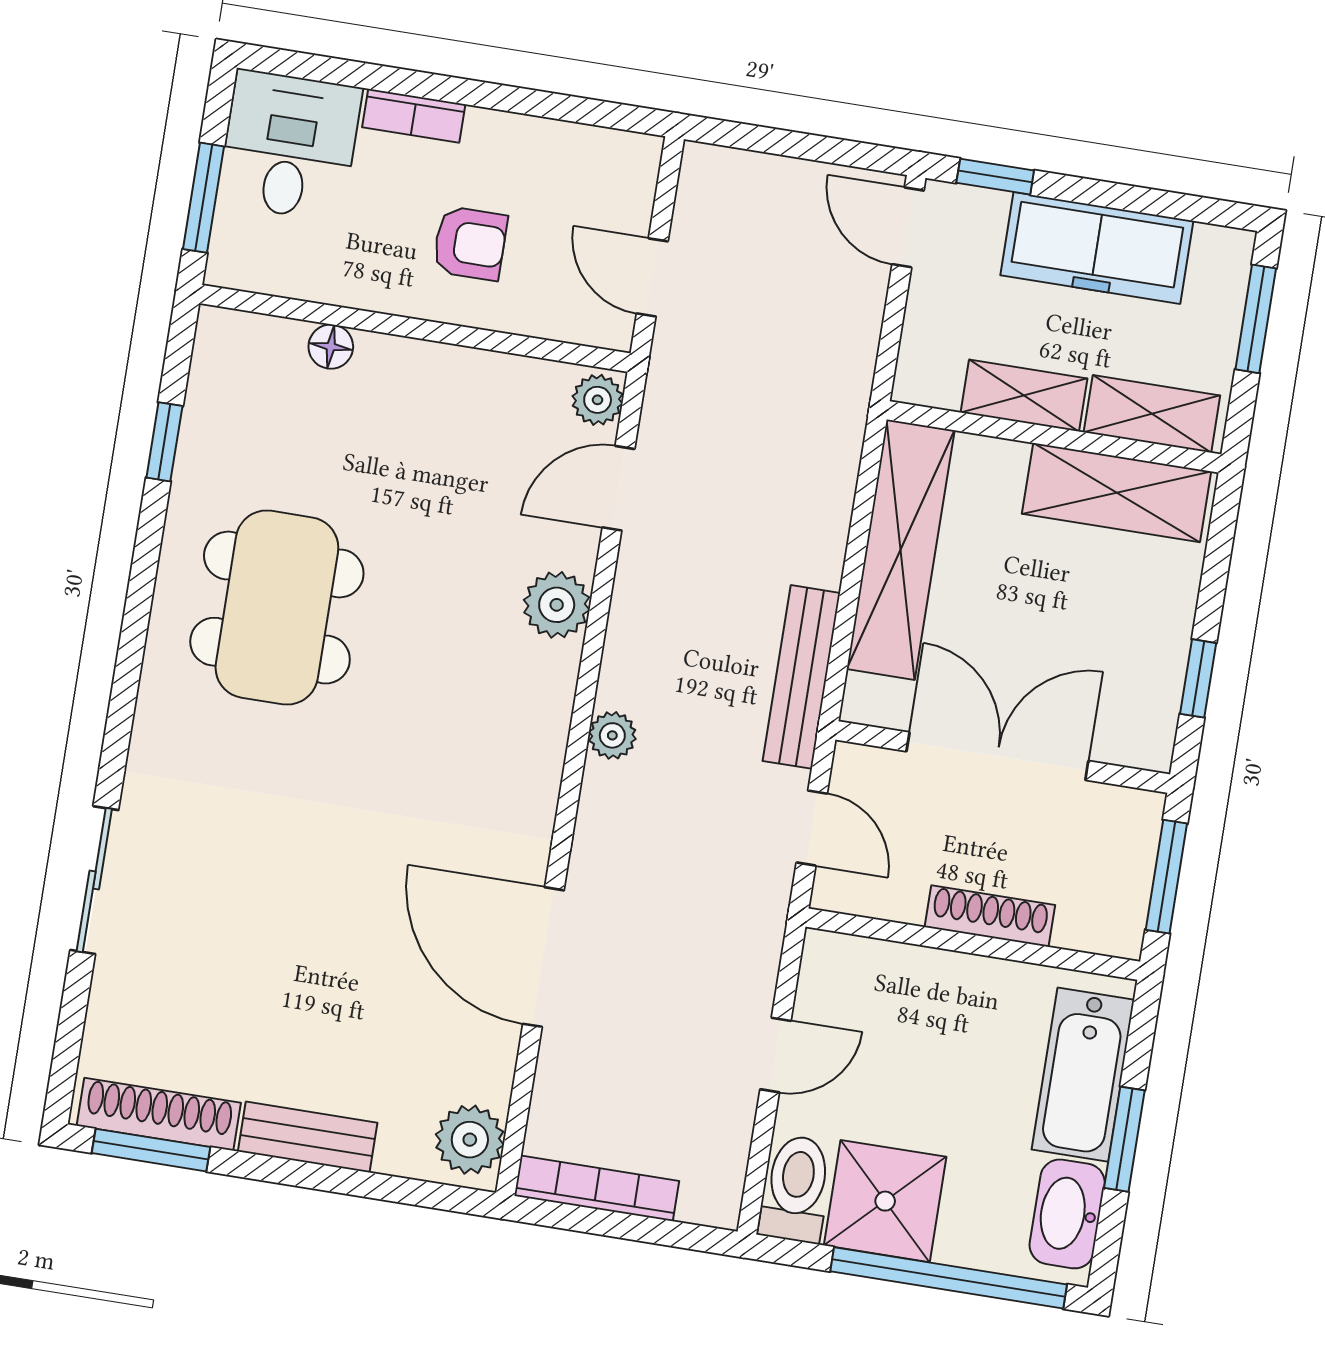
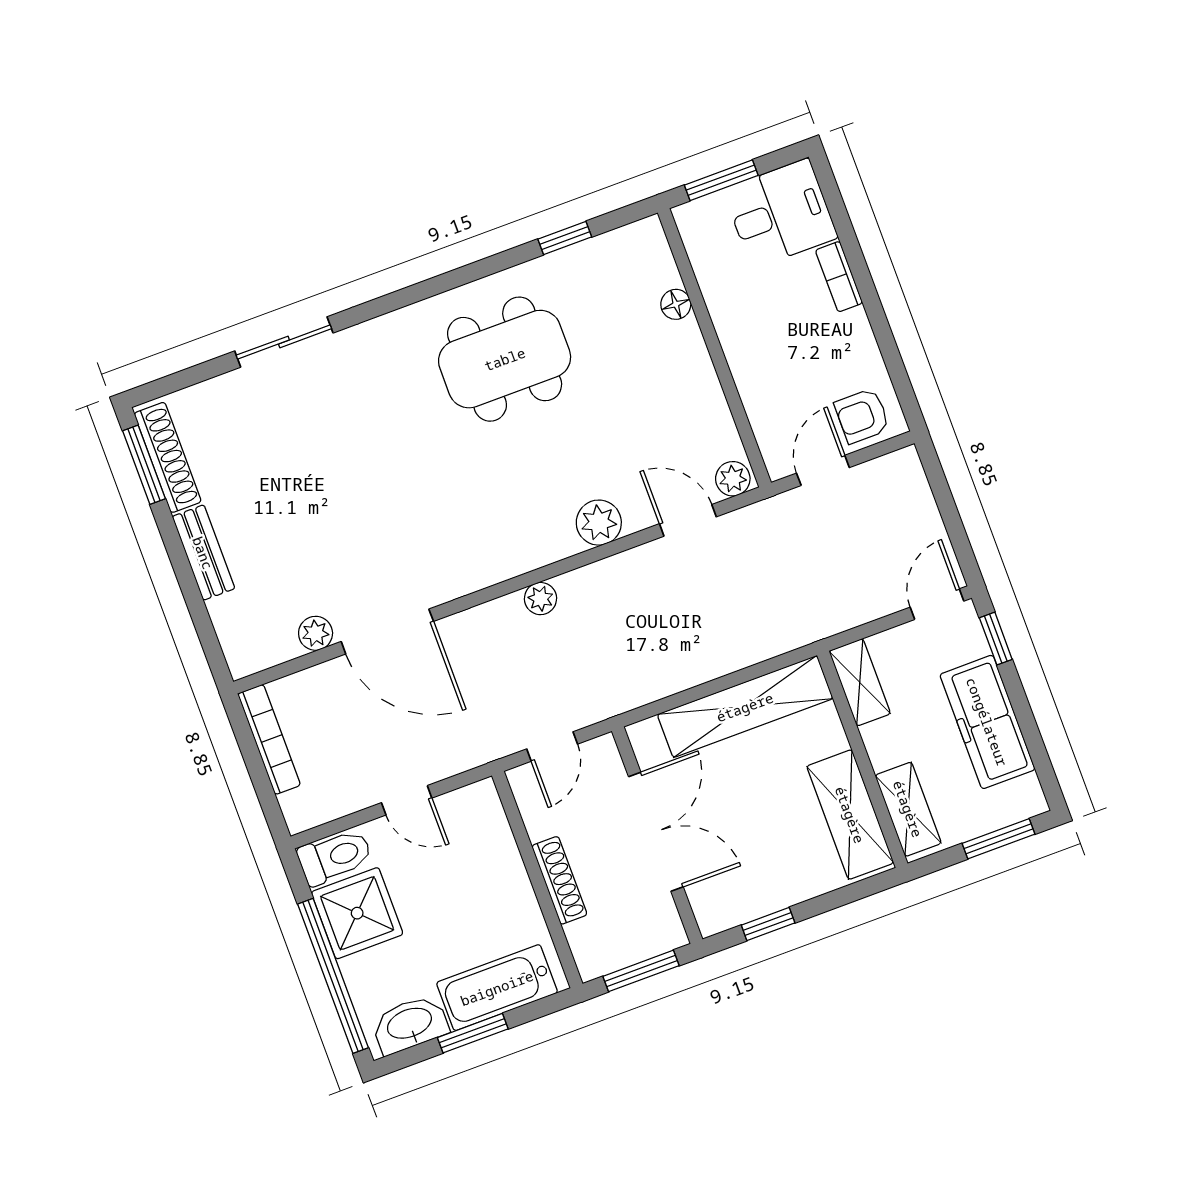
armchair: (470, 243) -> (862, 416), moved, turned 90
shelving: (1024, 396) -> (860, 682), moved
bench: (801, 677) -> (638, 690), removed
door: (543, 957) -> (387, 631), swing flipped
plant: (470, 1140) -> (316, 633), moved, width x0.73, depth x0.73

